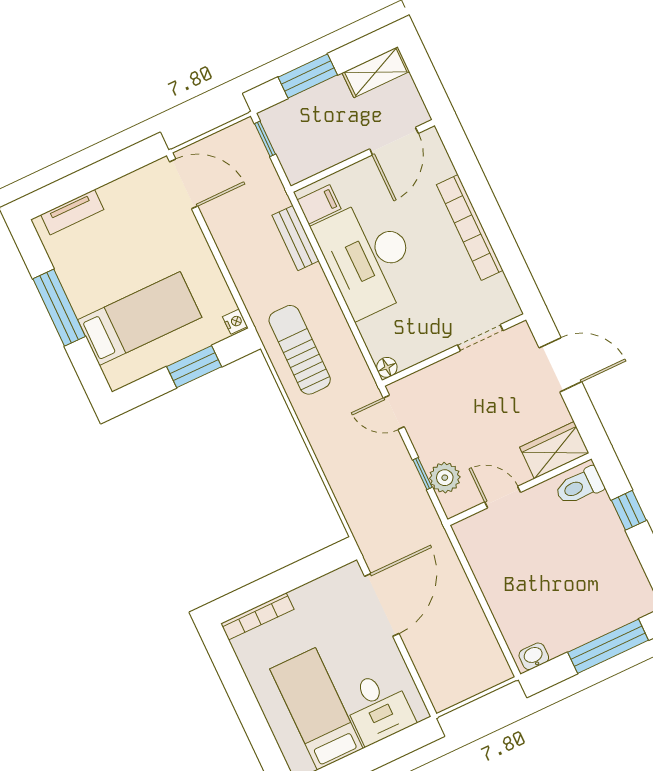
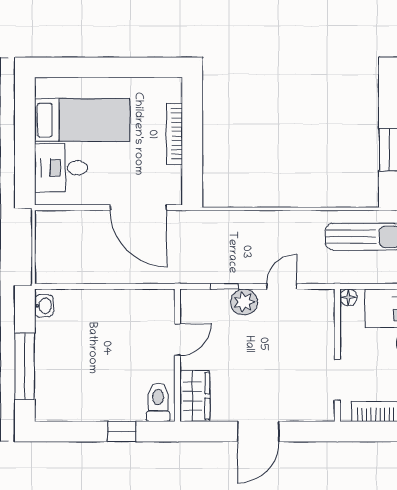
doorway: (480, 338) -> (337, 380), moved
wall: (454, 350) -> (337, 355), moved
floor lamp: (387, 367) -> (348, 297), moved
plant: (445, 478) -> (244, 302), moved
bookcase: (257, 616) -> (174, 134), moved

